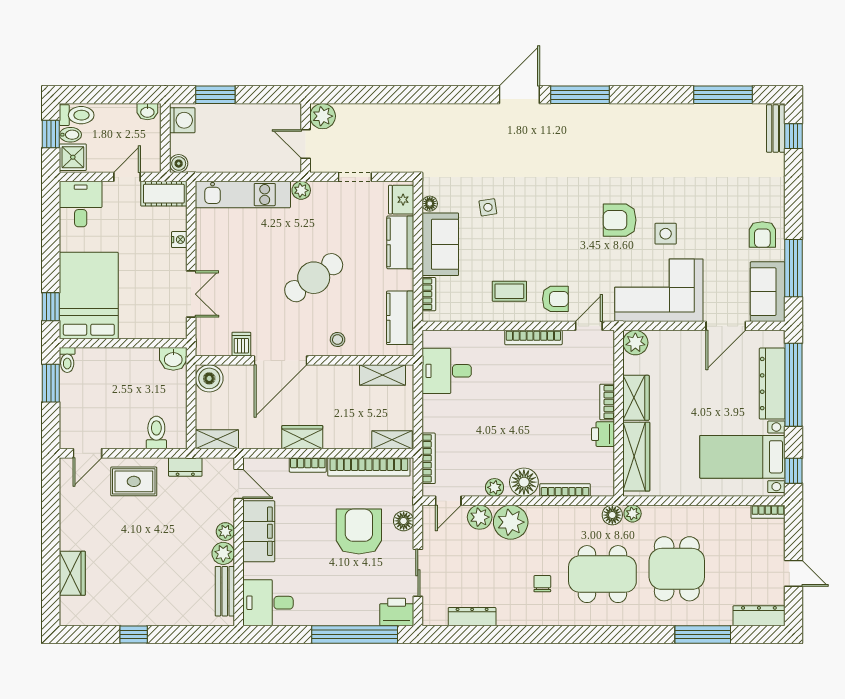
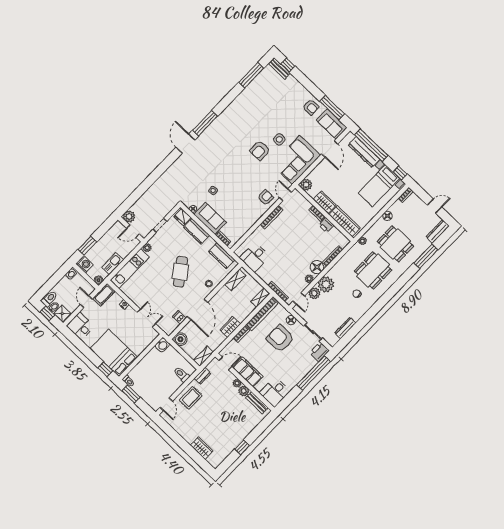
kitchen sink: (225, 161) -> (113, 264), added
coffee table: (509, 291) -> (248, 210), removed
floor lamp: (612, 515) -> (387, 216), moved

